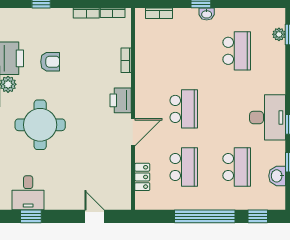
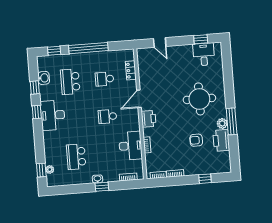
desk: (152, 61) -> (130, 146), added
school desk: (184, 109) -> (107, 116), width x0.54
school desk: (184, 167) -> (104, 79), width x0.54

